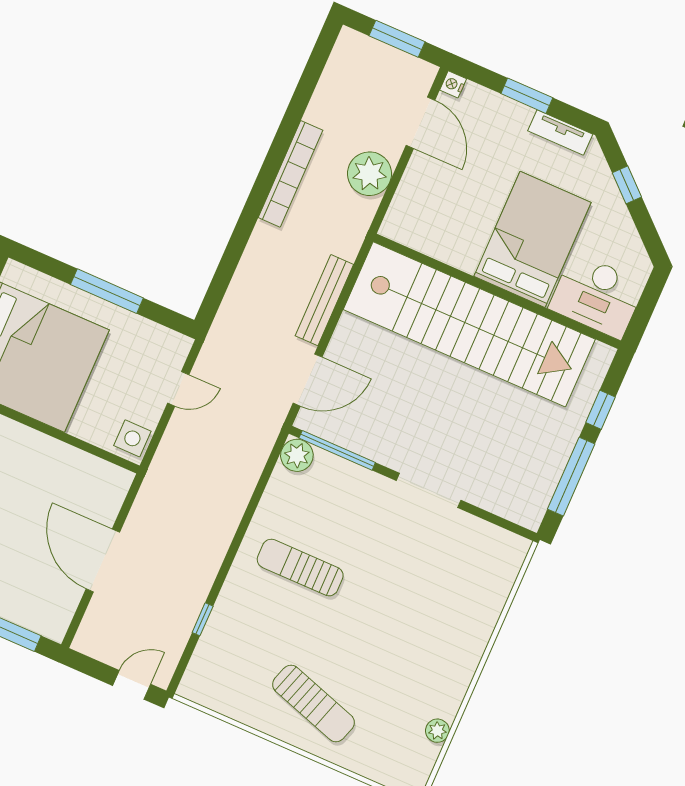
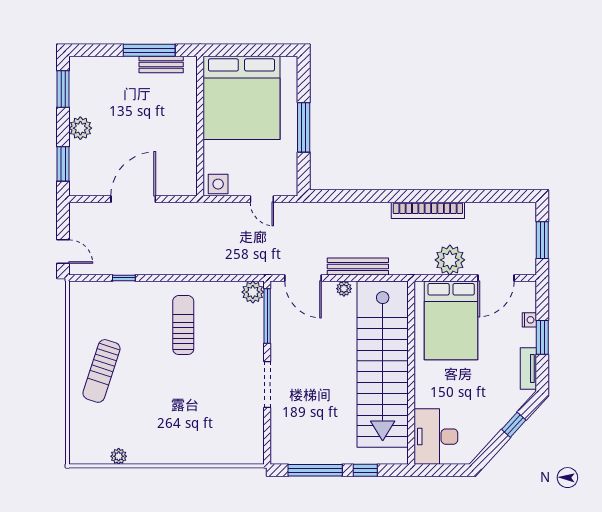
nightstand: (453, 84) -> (529, 320), moved, turned 90
bed: (532, 239) -> (451, 320), moved, turned 90
plant: (346, 332) -> (344, 289), added

